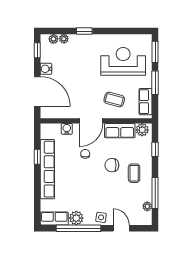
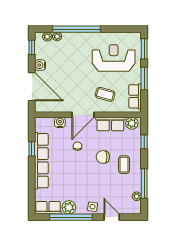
window: (84, 31) -> (77, 29), width x3.17

